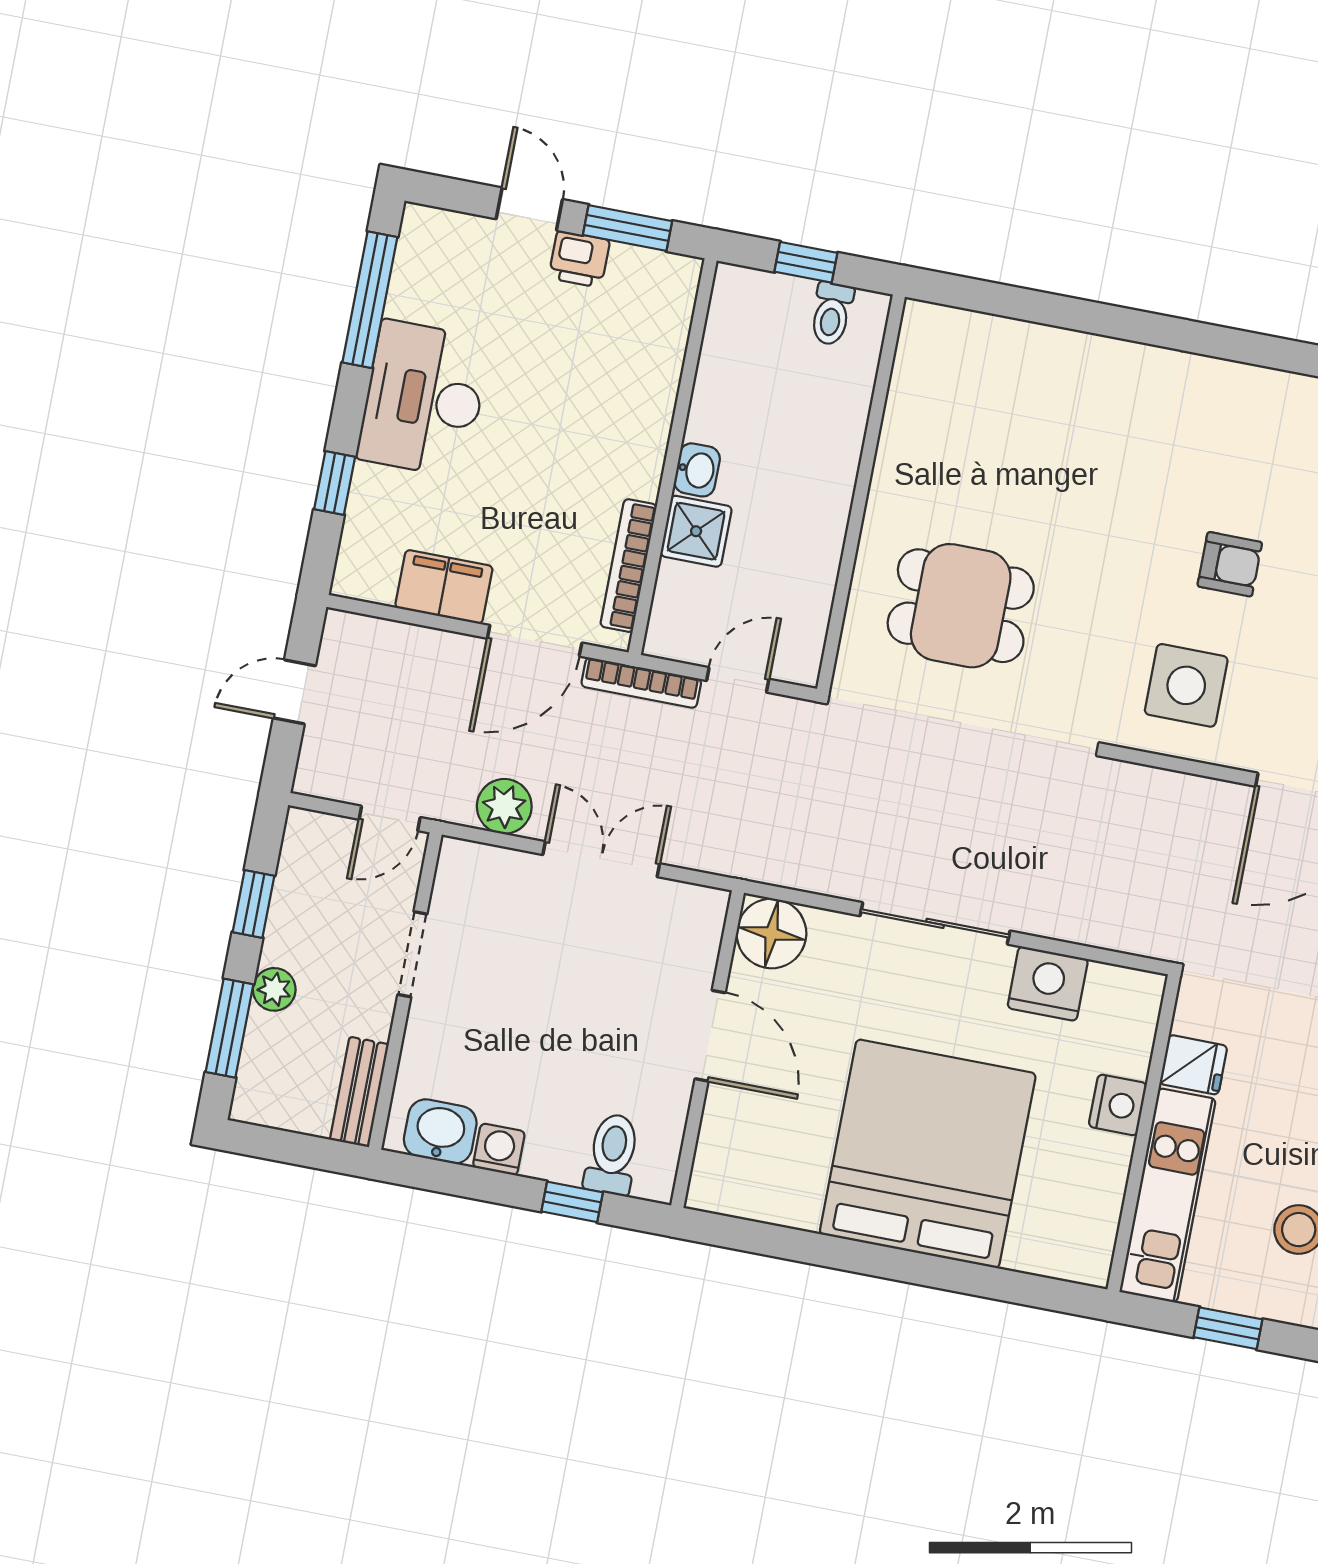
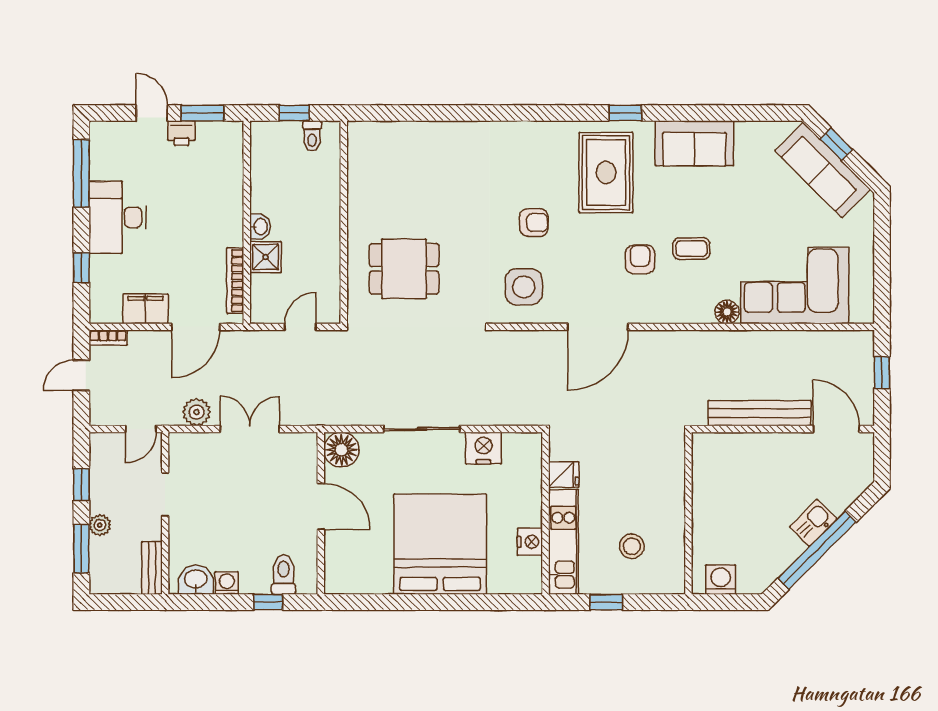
bookcase: (641, 683) -> (108, 338), moved, width x0.64
nightstand: (1118, 1105) -> (530, 542), moved

